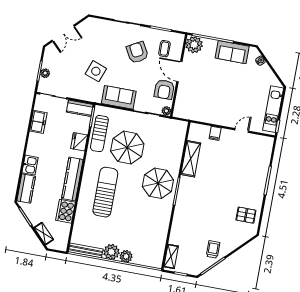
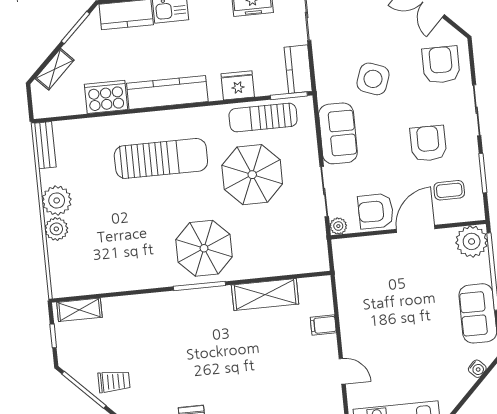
armchair: (99, 34) -> (441, 65), added
armchair: (137, 52) -> (428, 143), turned -61
bench: (86, 251) -> (45, 145), width x0.73

